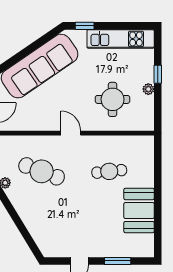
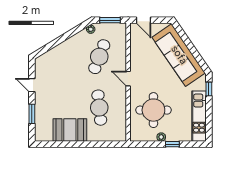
round table: (113, 99) -> (153, 110), width x1.36, depth x1.36
door: (71, 133) -> (128, 79), swing flipped
cafe table: (109, 171) -> (99, 108), width x1.37, depth x1.35

